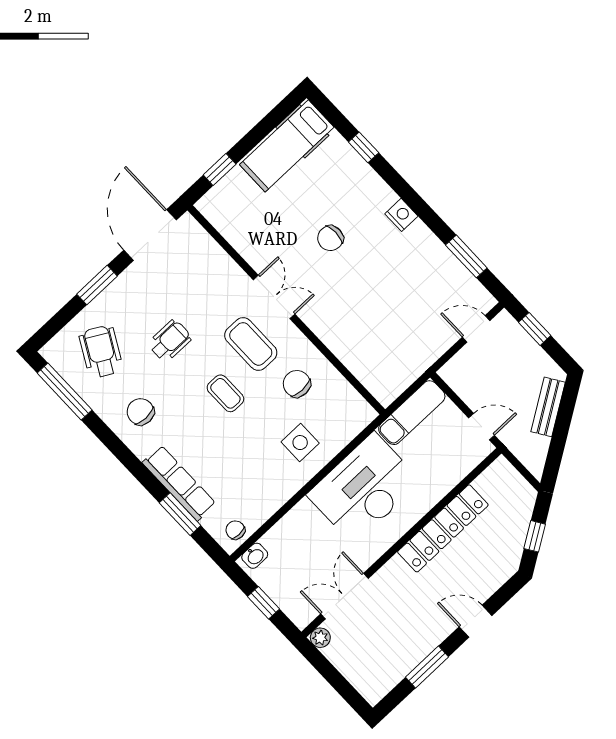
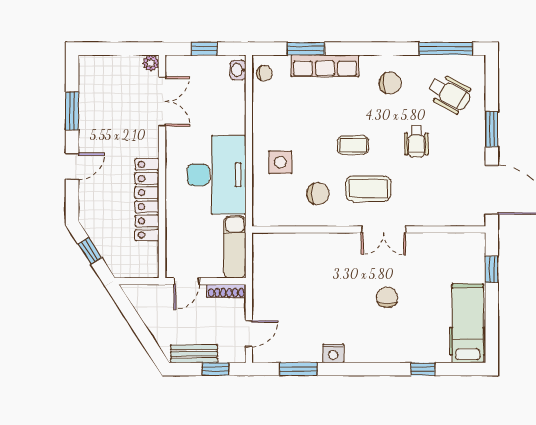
nightstand: (401, 215) -> (333, 353), moved
shoe rack: (457, 384) -> (226, 291), added
bench: (548, 407) -> (194, 354), moved, turned -57

